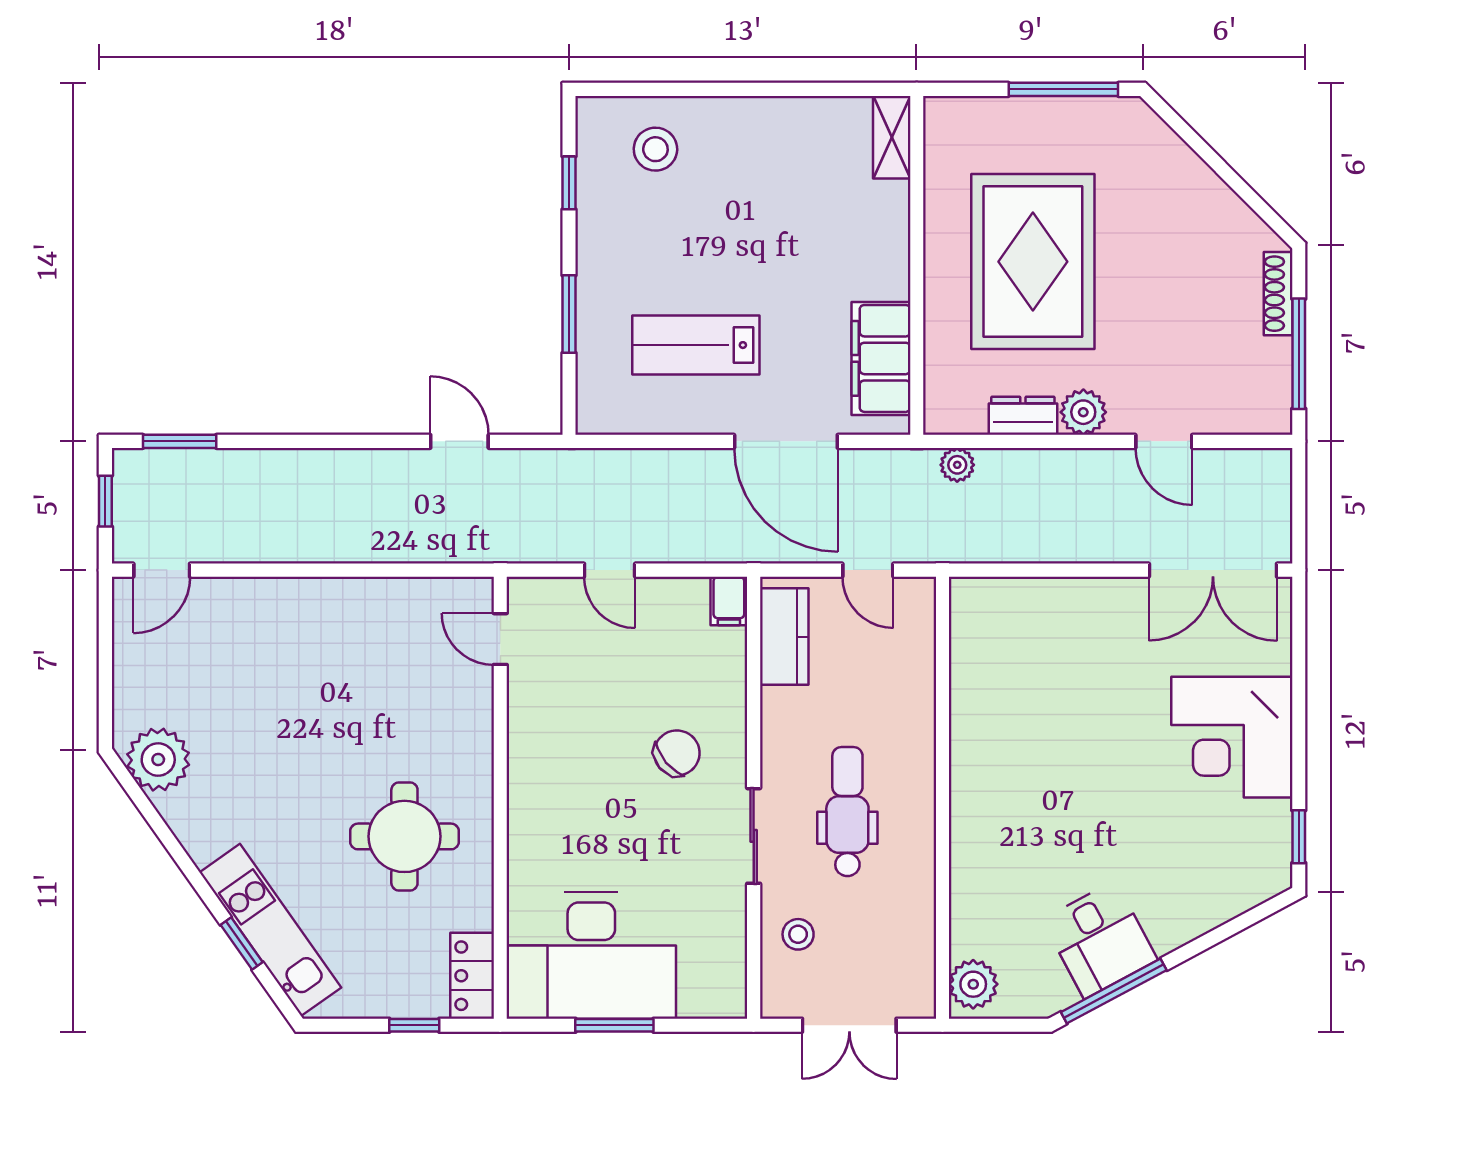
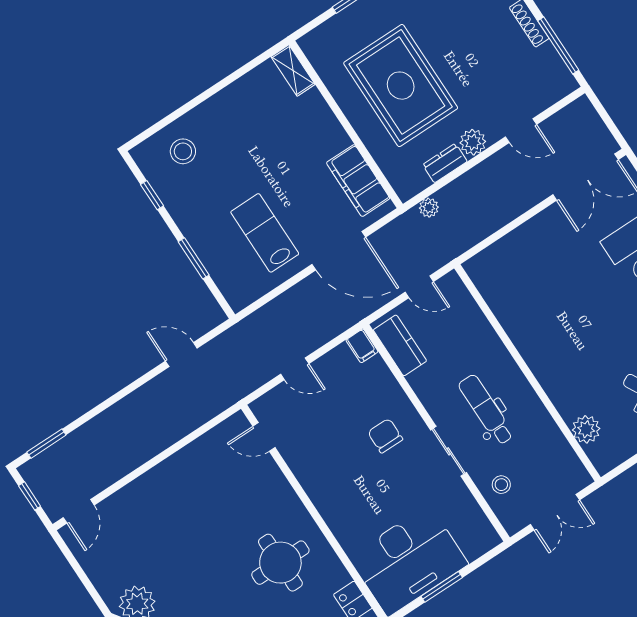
lab bench: (696, 345) -> (265, 233), turned 90
chair: (677, 753) -> (385, 436), turned -50
plant: (973, 984) -> (586, 429), moved

